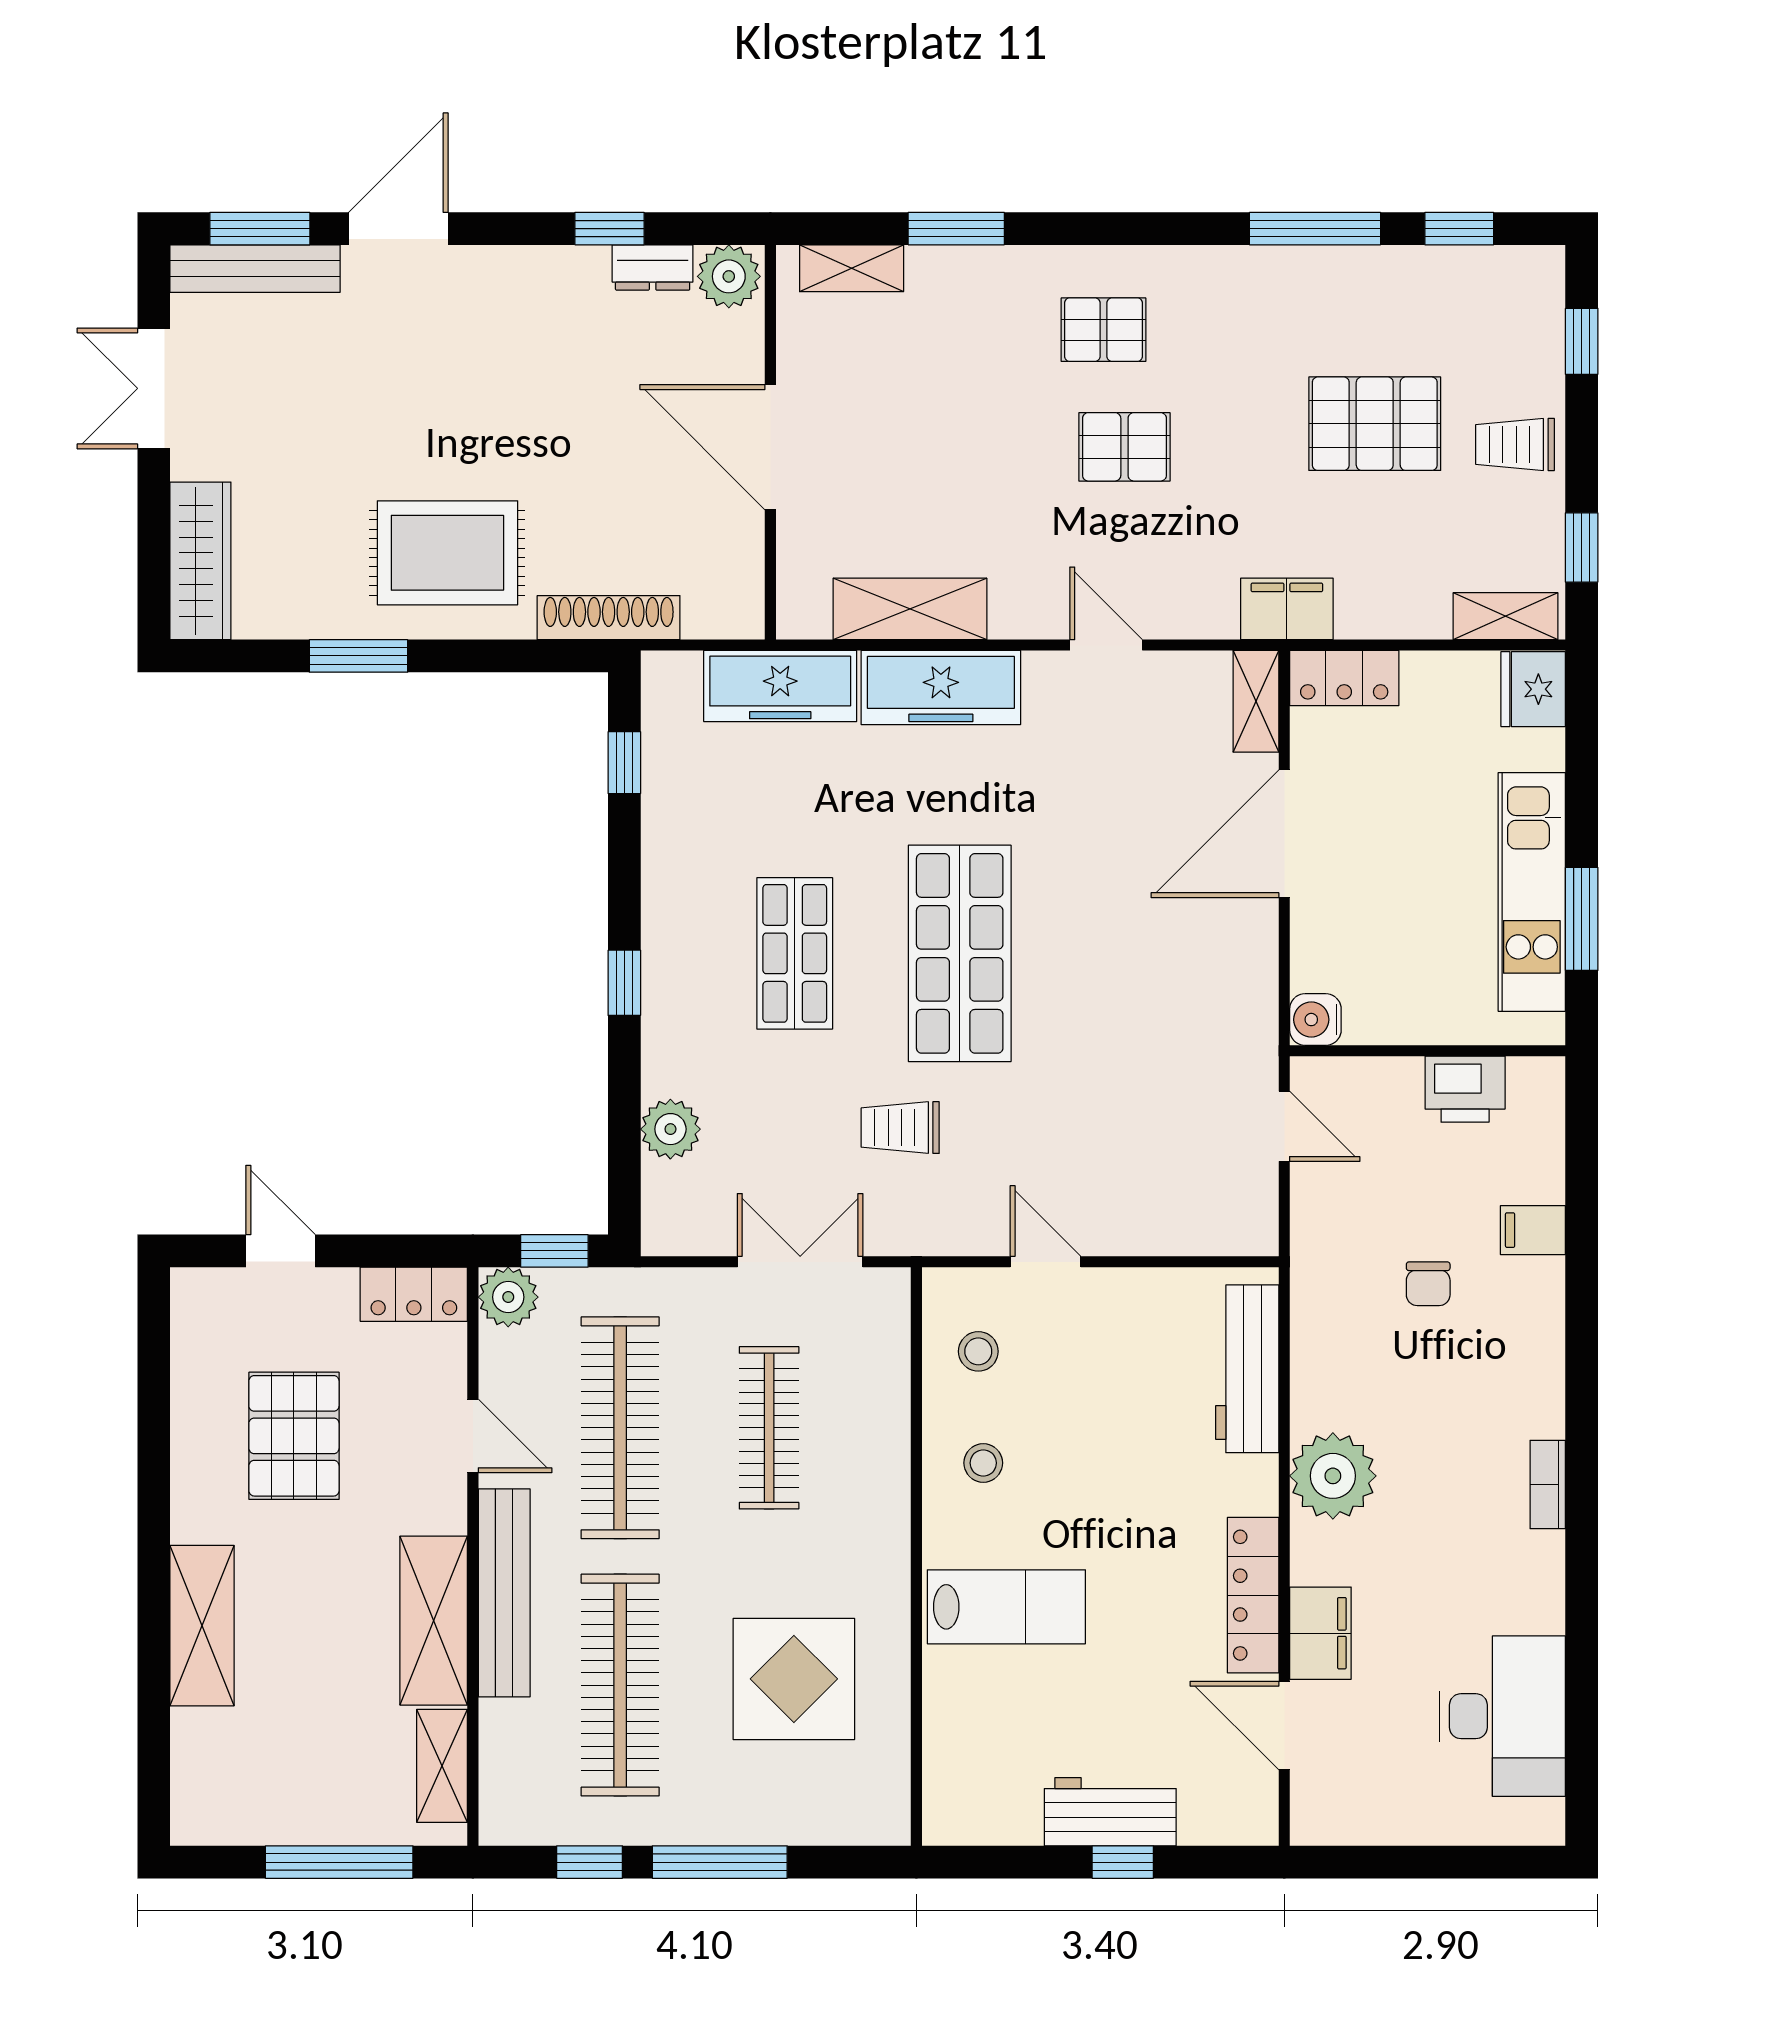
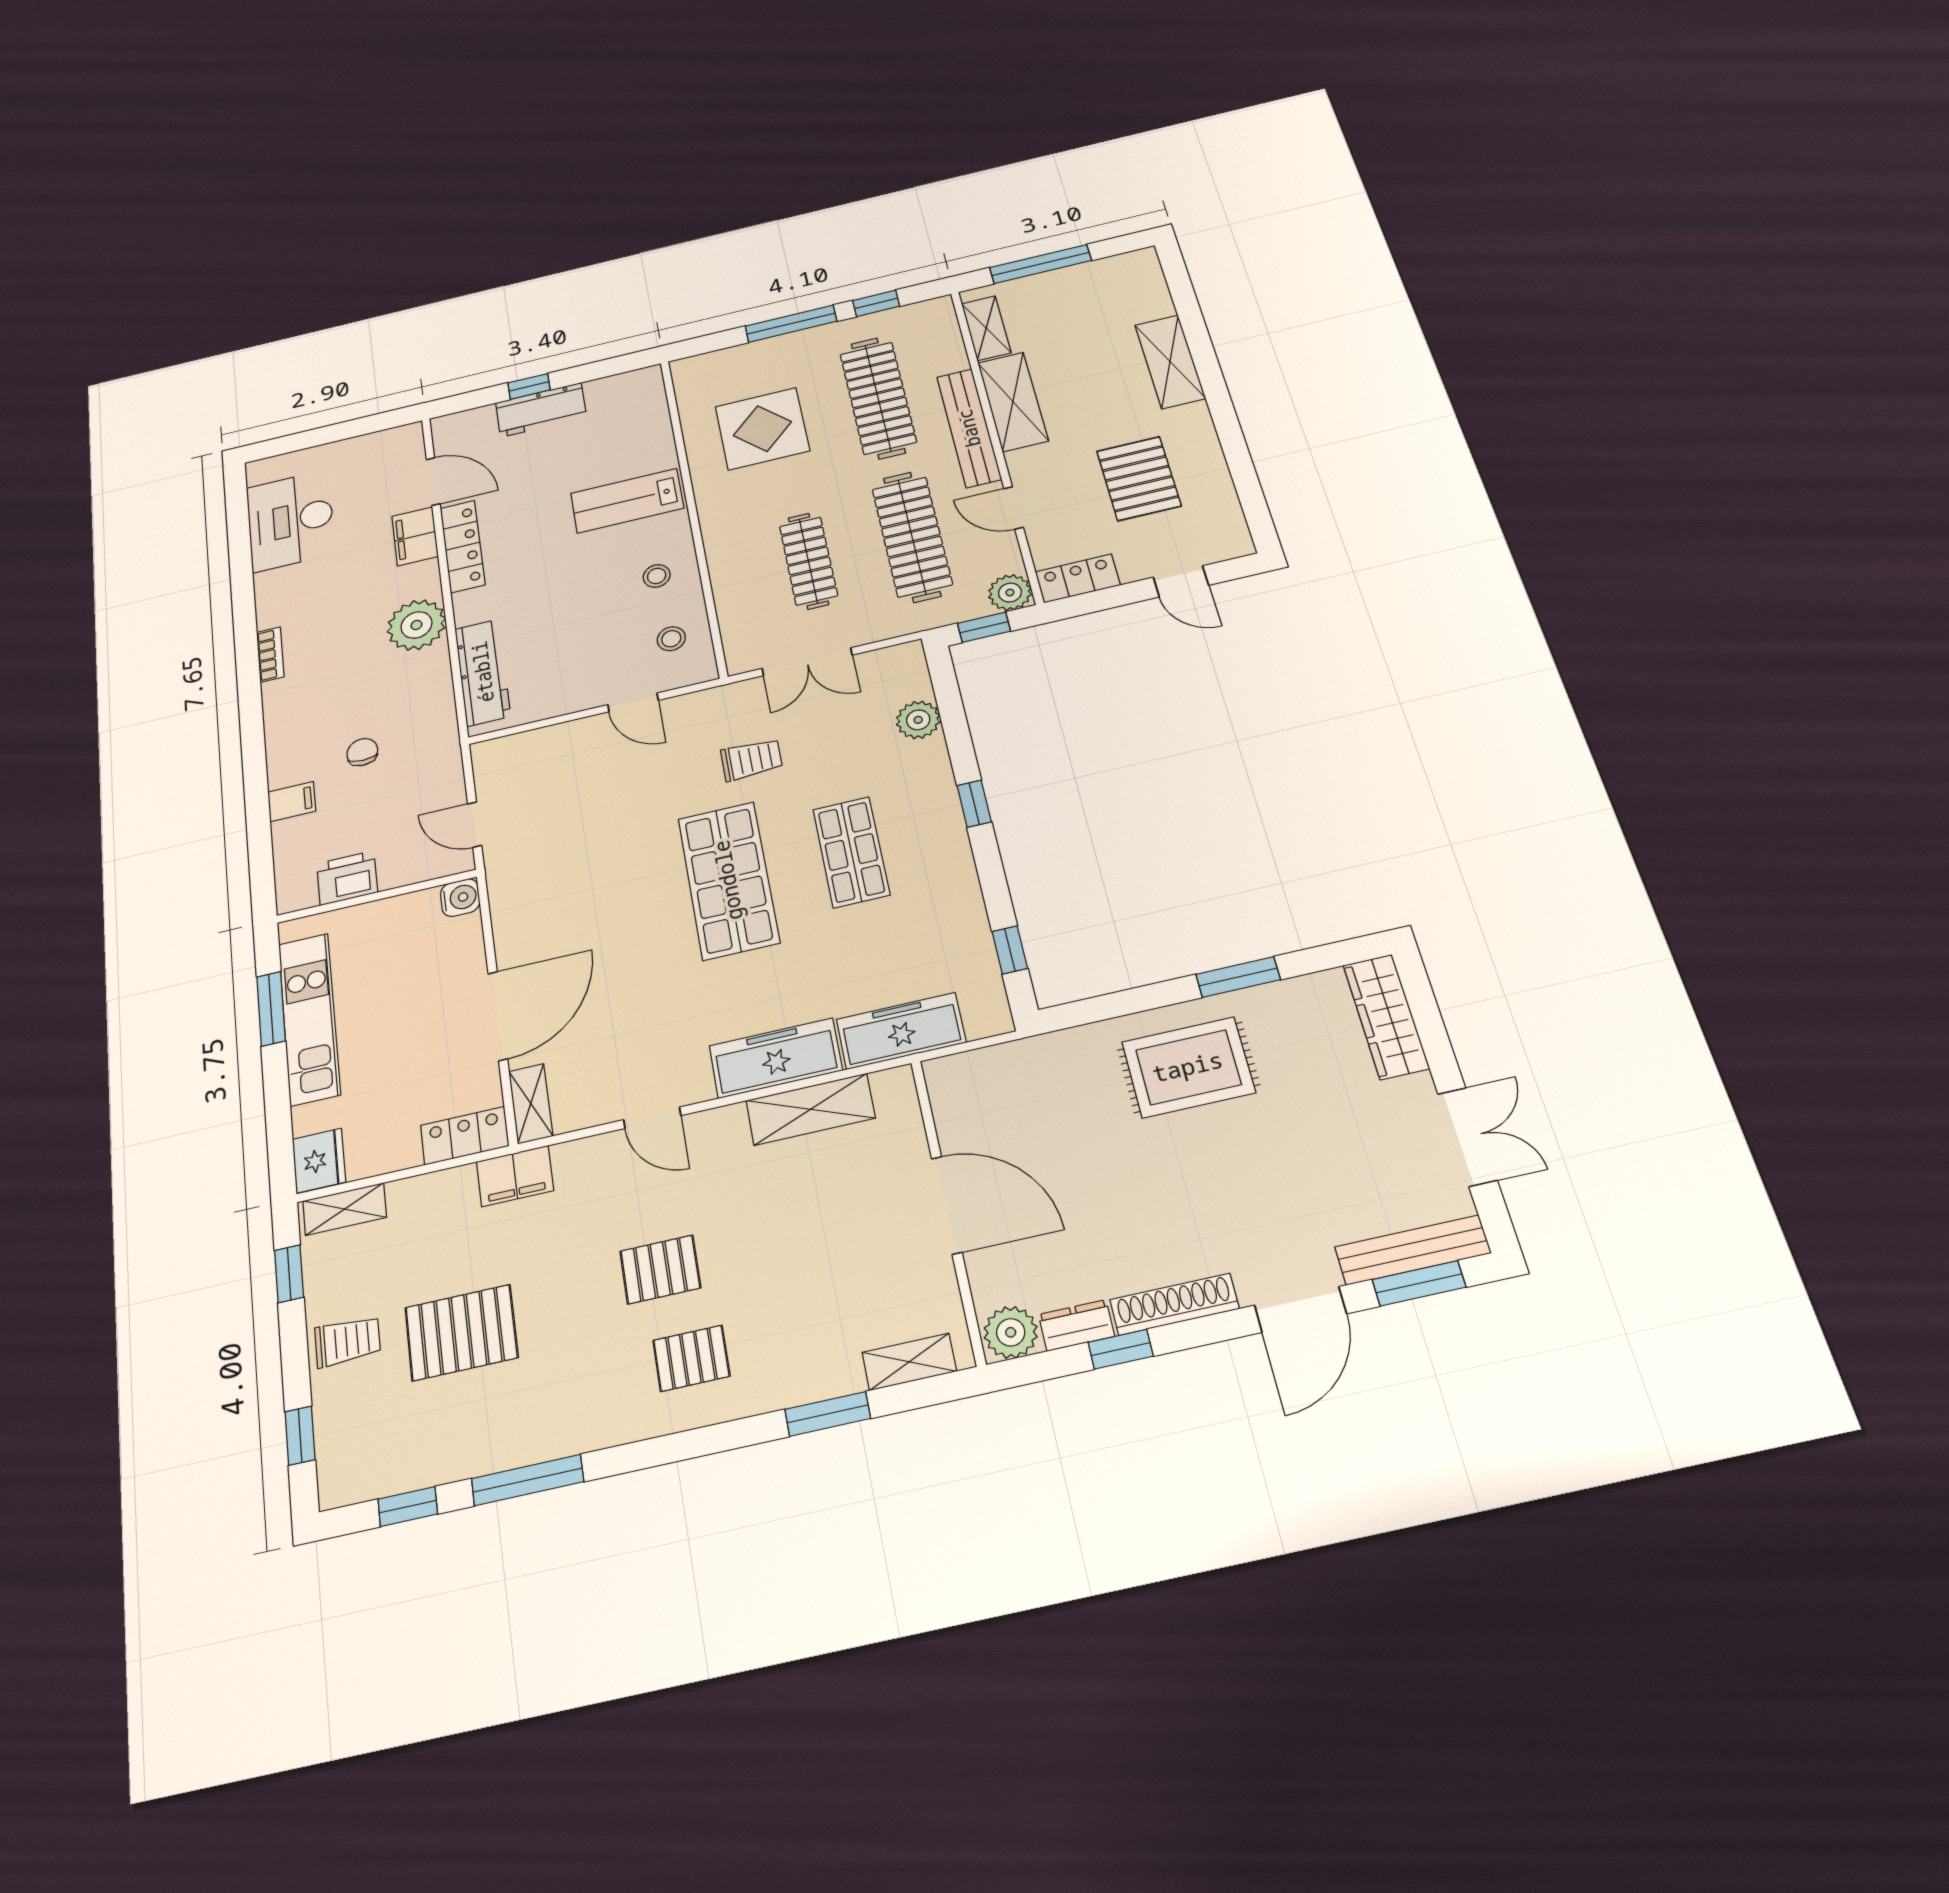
shoe rack: (609, 618) -> (1174, 1304), moved, turned 180

